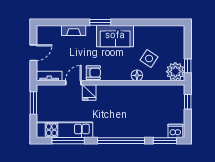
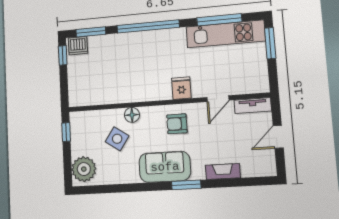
plant: (175, 72) -> (84, 169), moved
armchair: (93, 73) -> (177, 124), moved
fridge: (89, 92) -> (181, 88), moved
window: (188, 102) -> (63, 55), moved
window: (33, 103) -> (270, 43), moved

